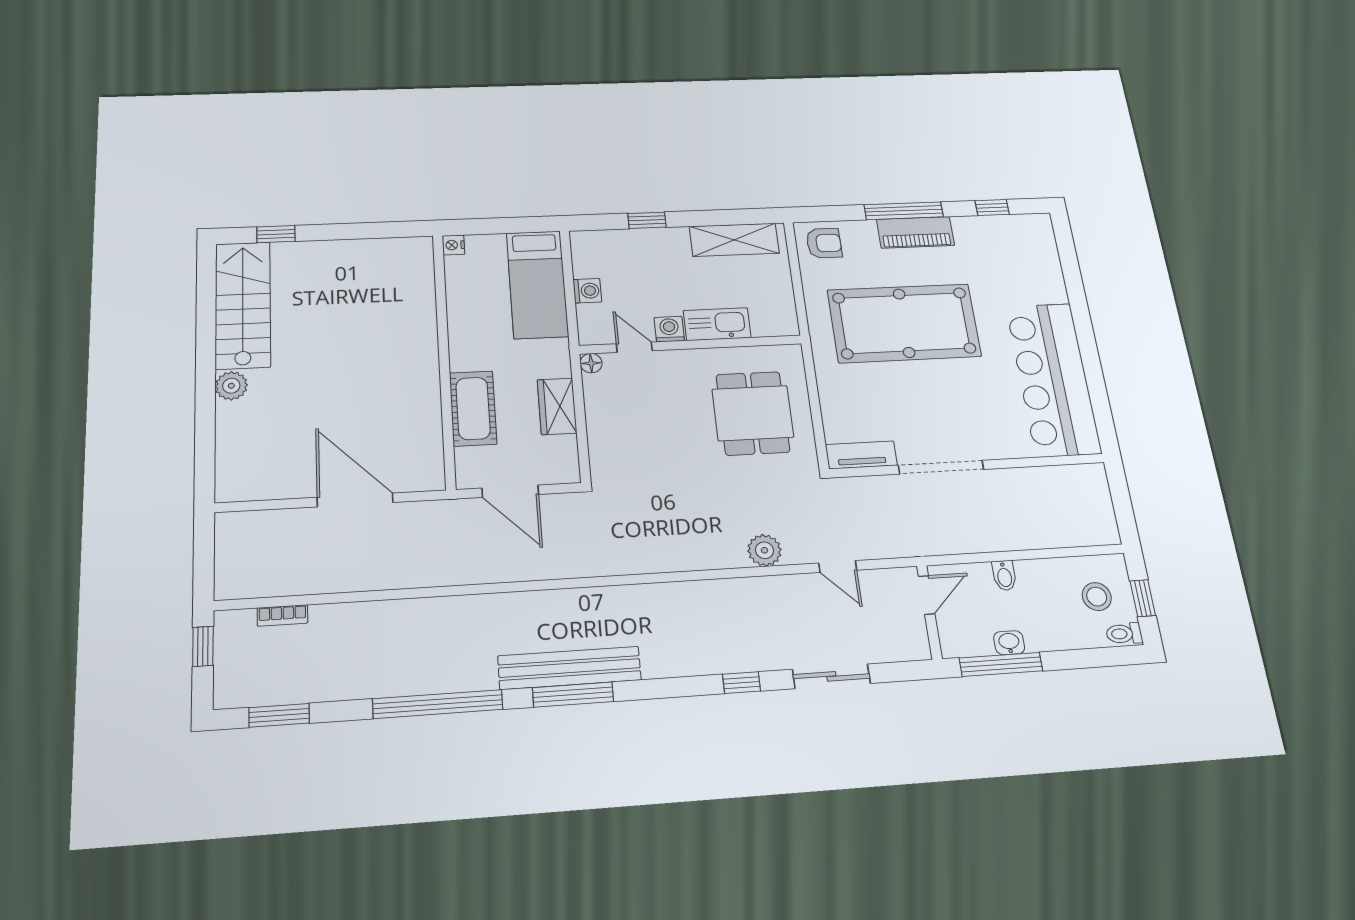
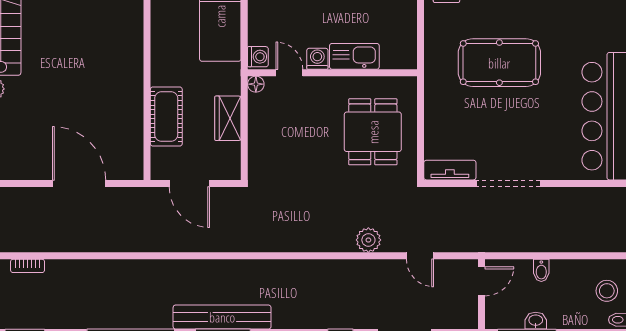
washing machine: (587, 291) -> (258, 57), moved
pool table: (904, 323) -> (499, 63), width x0.73, depth x0.76

